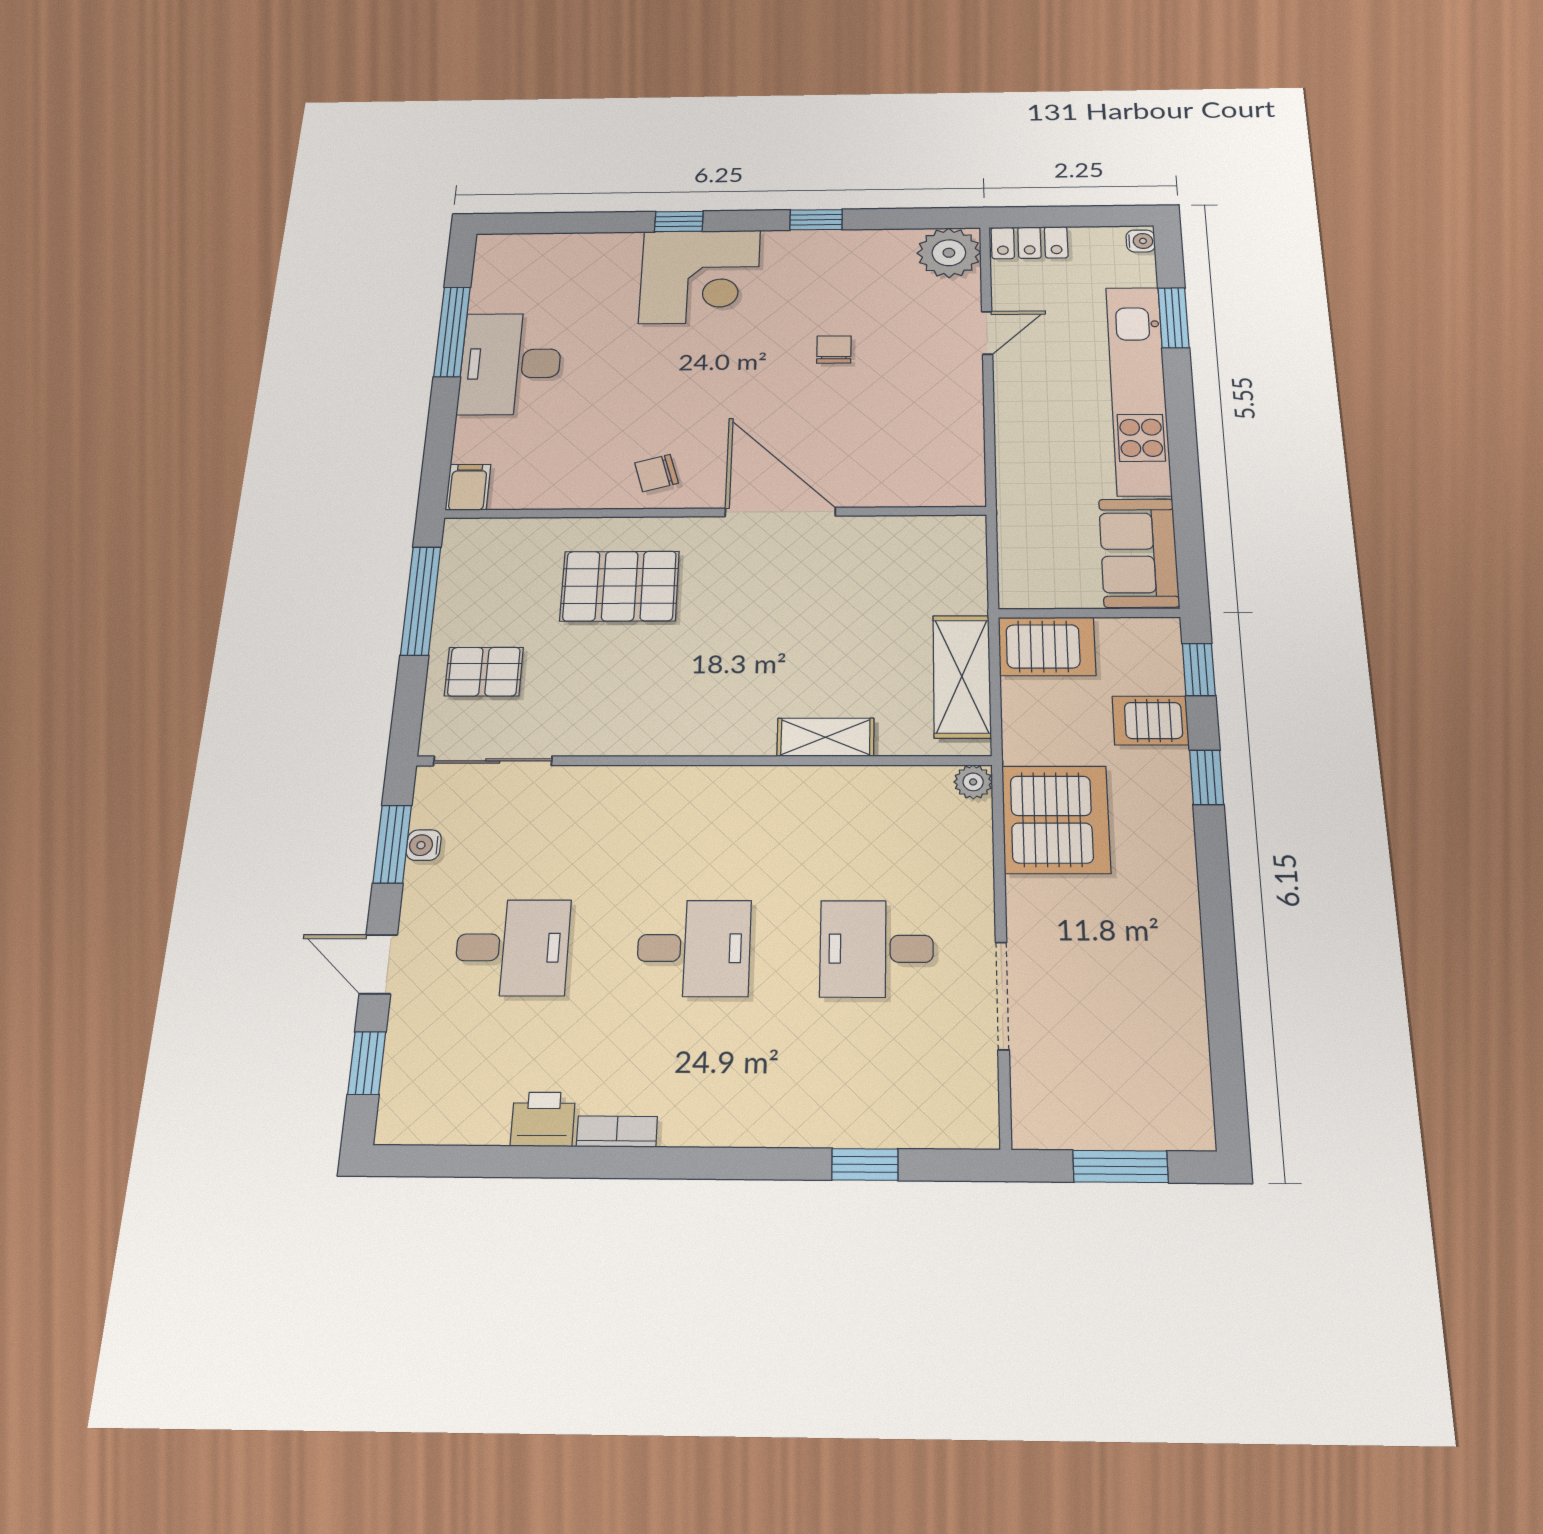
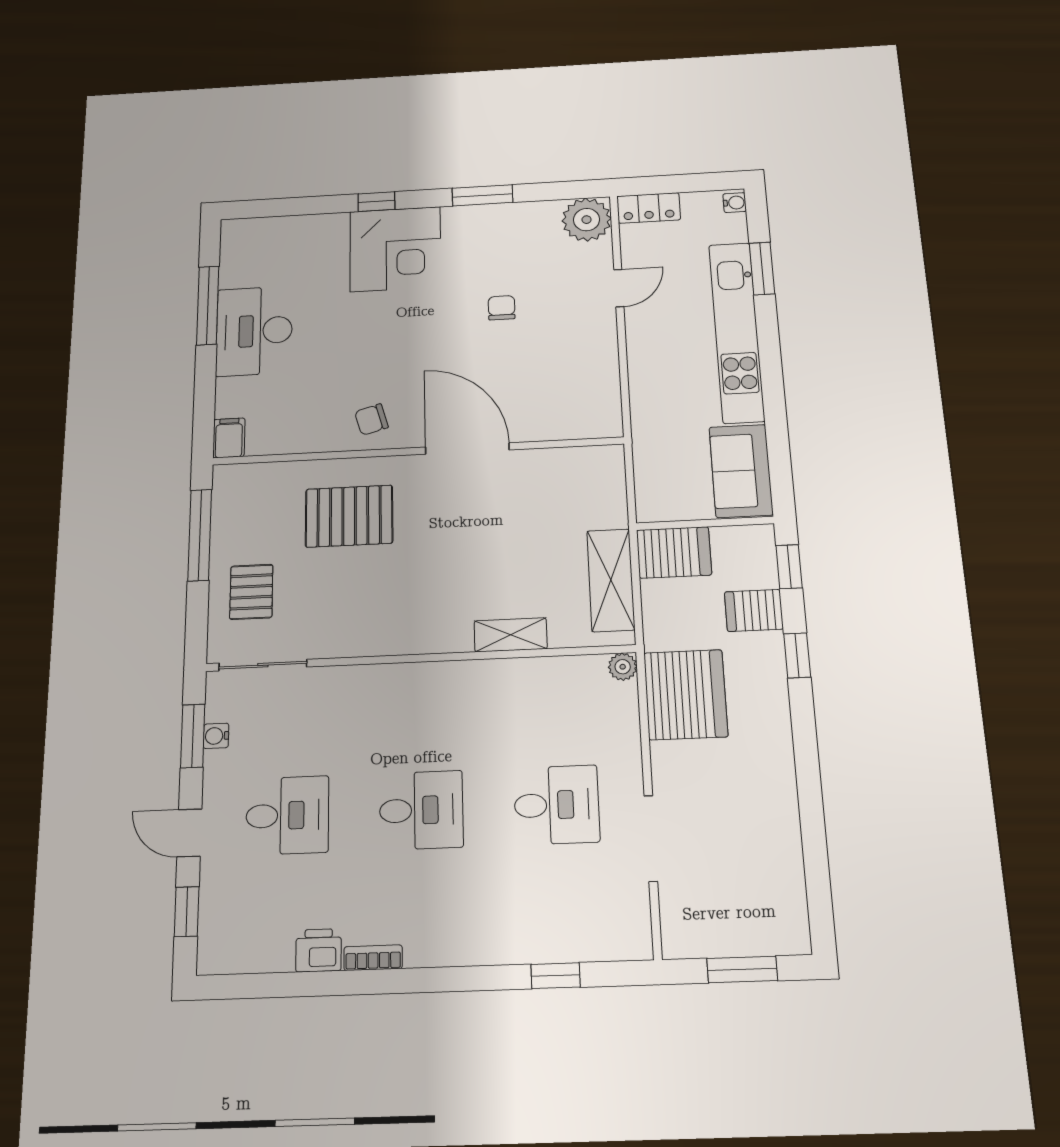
window: (816, 220) -> (482, 195), width x1.50
pallet: (484, 672) -> (251, 592), turned 90
desk: (877, 949) -> (556, 805), turned 180

